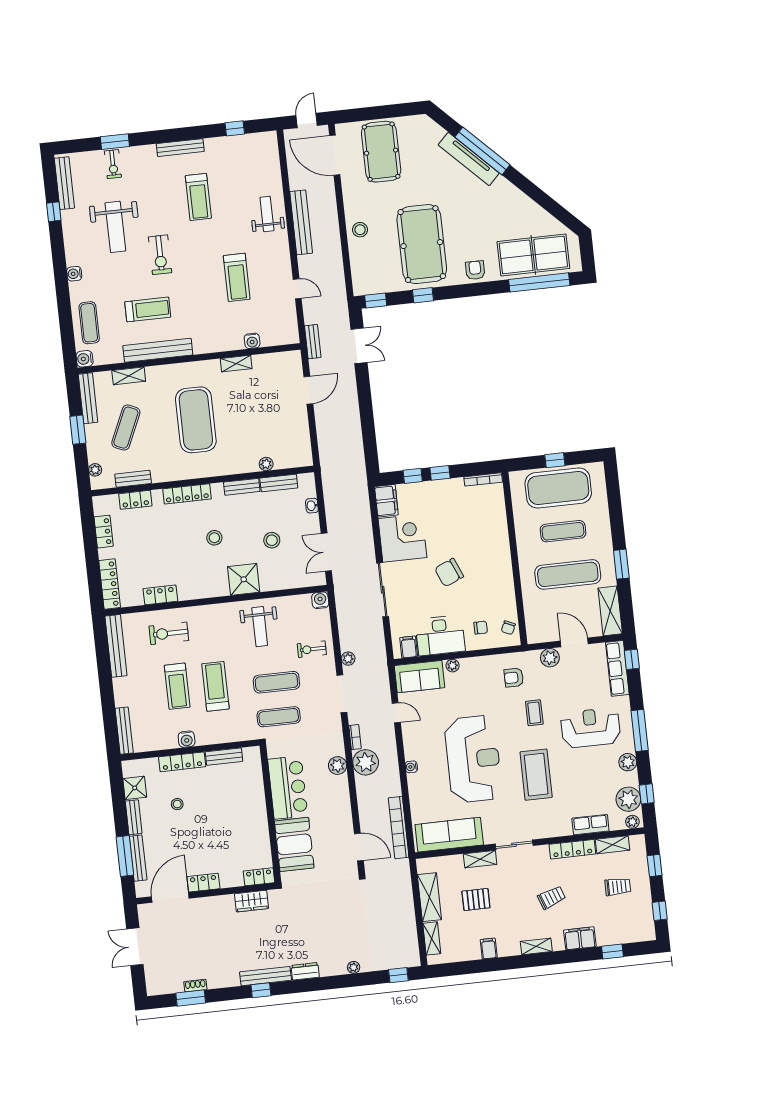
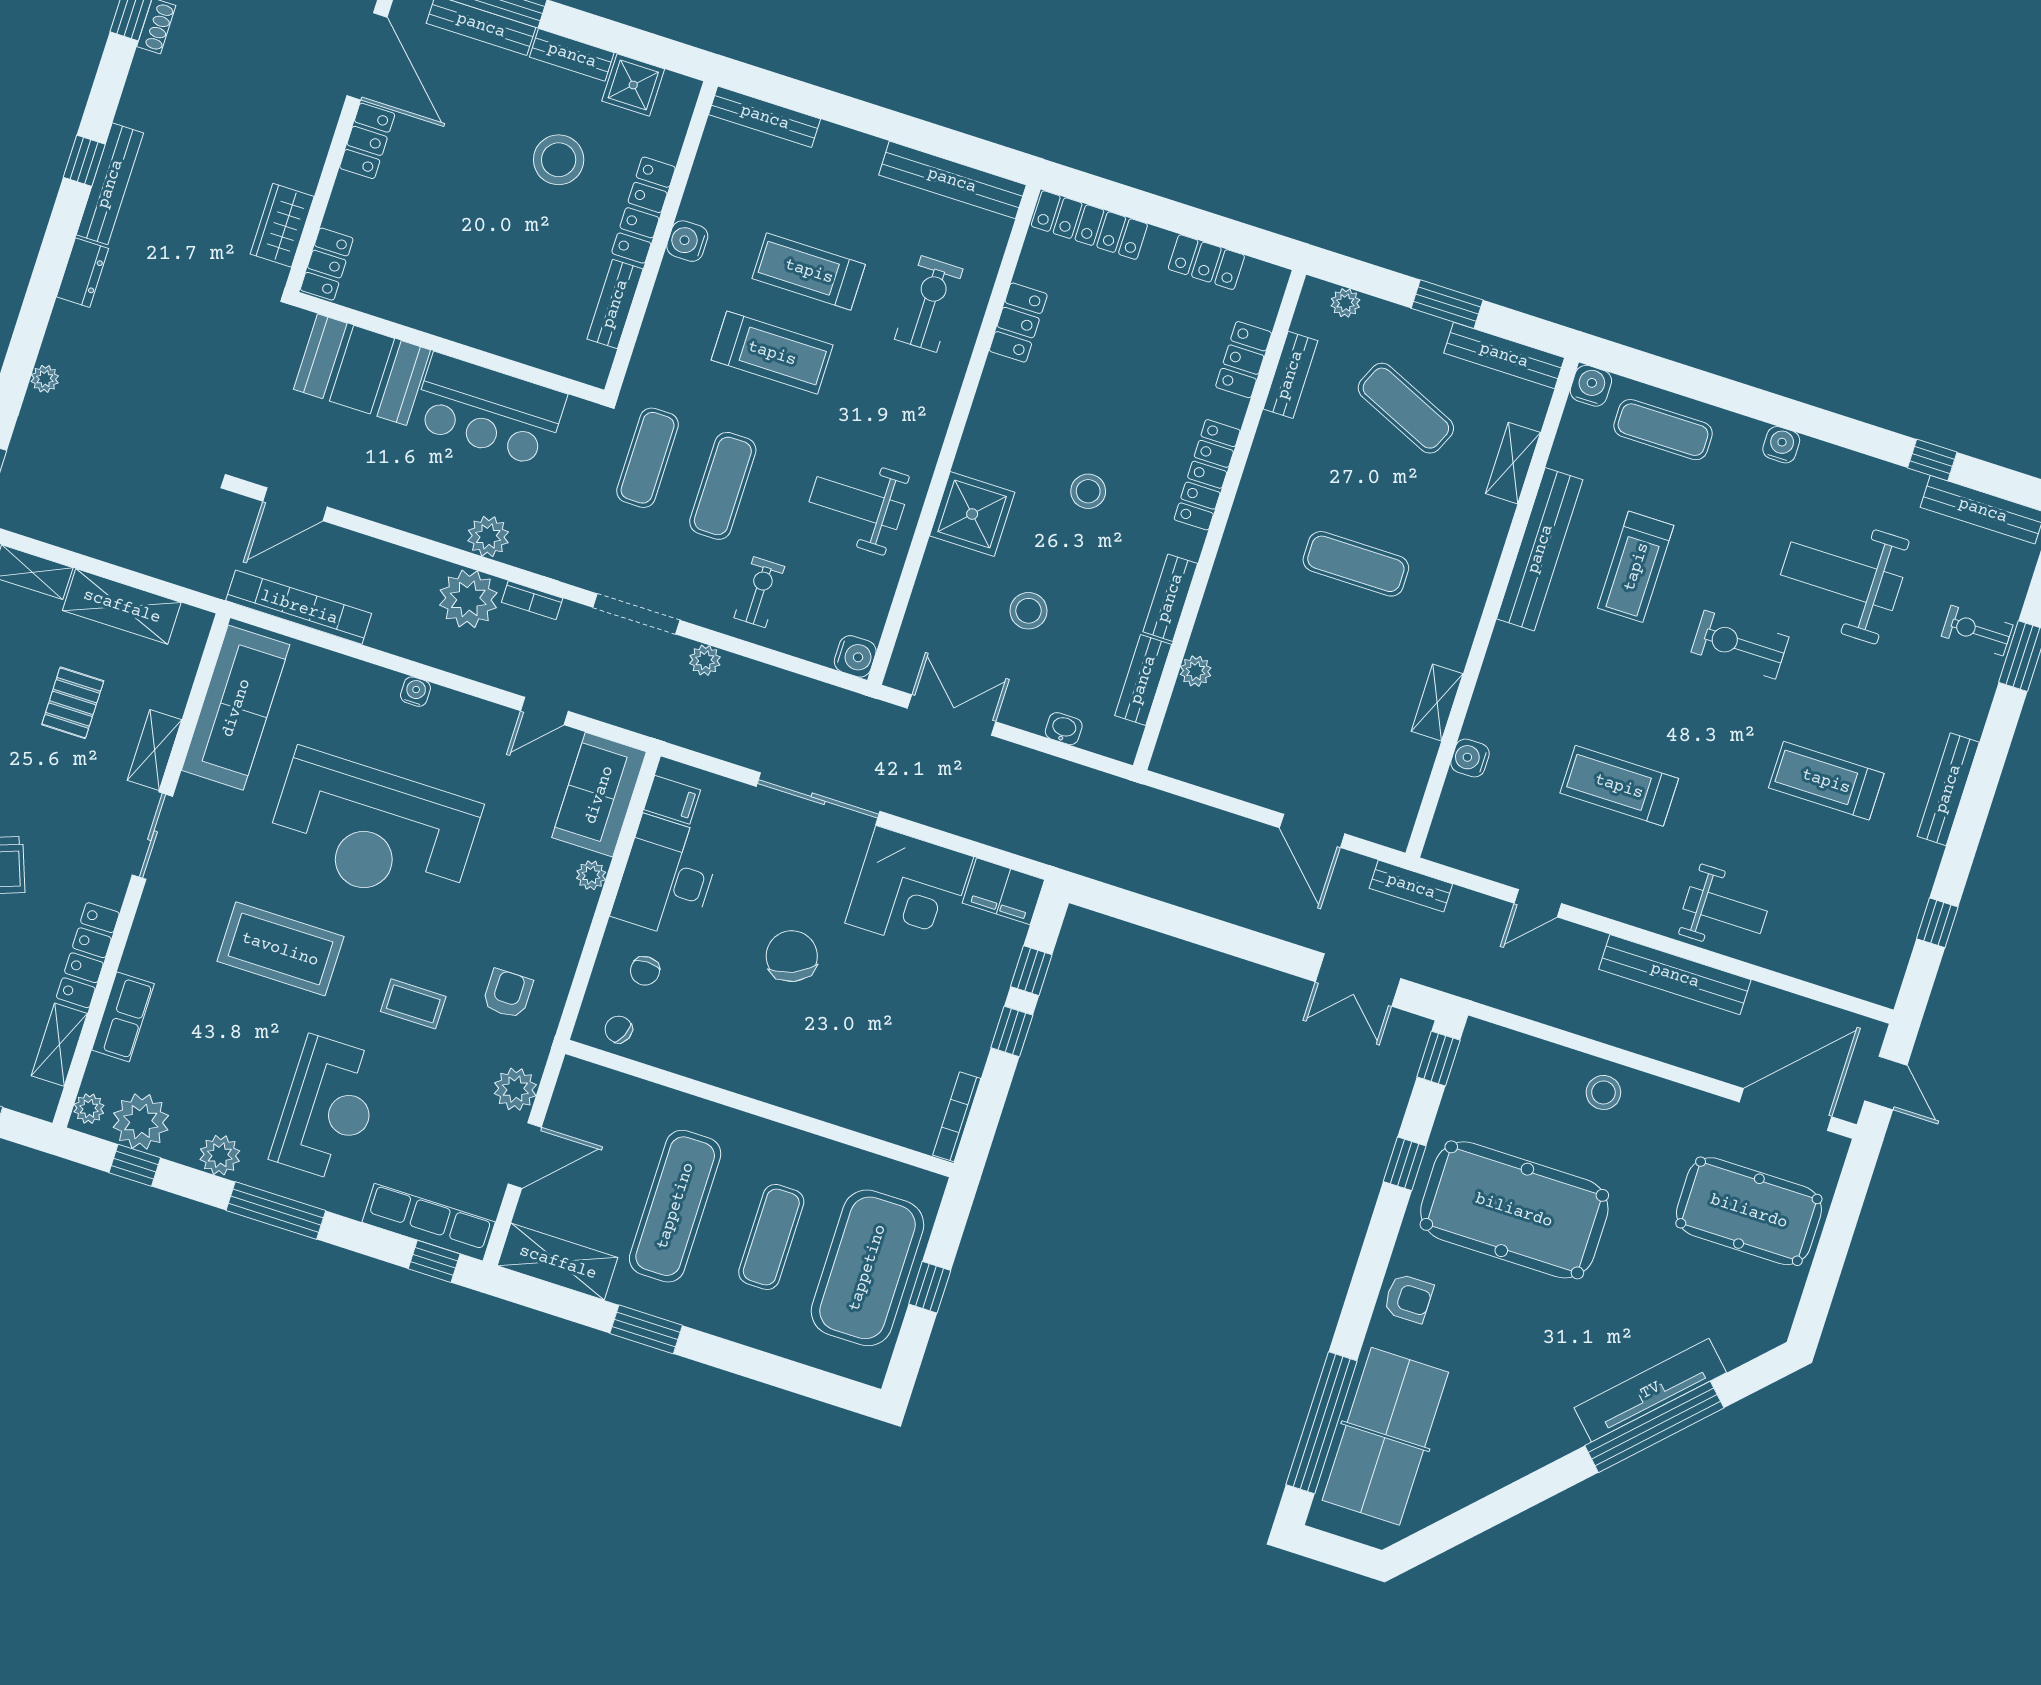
exercise mat: (196, 420) -> (1356, 564), width x0.50, depth x0.69
stool: (177, 804) -> (559, 160), width x1.89, depth x1.89

